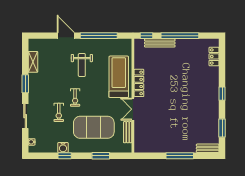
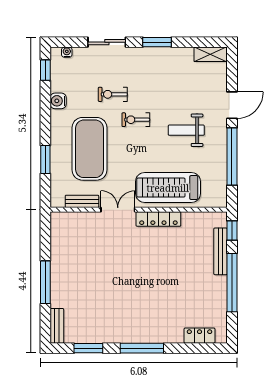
shelving: (33, 62) -> (210, 54), moved
treadmill: (119, 77) -> (168, 188), turned 180
window: (222, 94) -> (142, 348), width x2.17
window: (65, 156) -> (45, 70), moved

